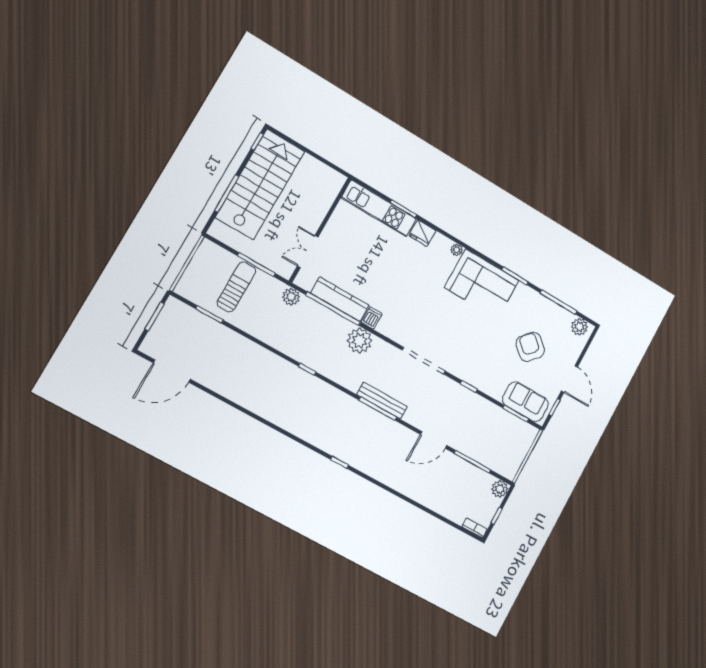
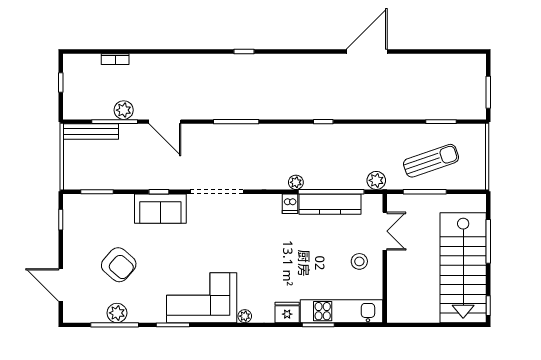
stool: (342, 239) -> (359, 261), added
sun lounger: (236, 287) -> (431, 161), turned -109
plant: (579, 327) -> (117, 313), moved
plant: (360, 341) -> (296, 182), width x0.53, depth x0.53
door: (172, 371) -> (367, 52), moved
door: (569, 379) -> (61, 285), moved
bench: (382, 401) -> (91, 131), moved
sofa: (525, 402) -> (160, 209), moved
door: (434, 440) -> (165, 122), swing flipped
plant: (500, 489) -> (124, 110), moved
bookcase: (475, 528) -> (115, 59), moved

